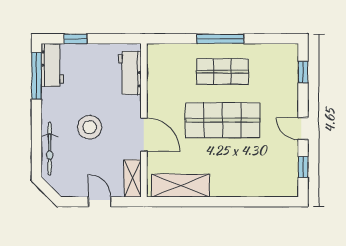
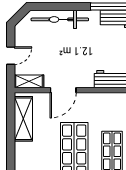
stool: (90, 127) -> (69, 48), removed
bicycle: (50, 149) -> (60, 19), width x1.37, depth x1.40

